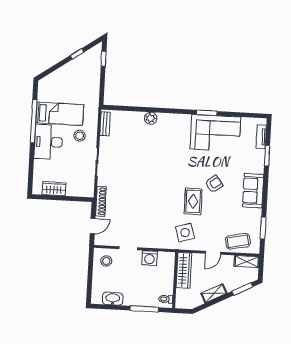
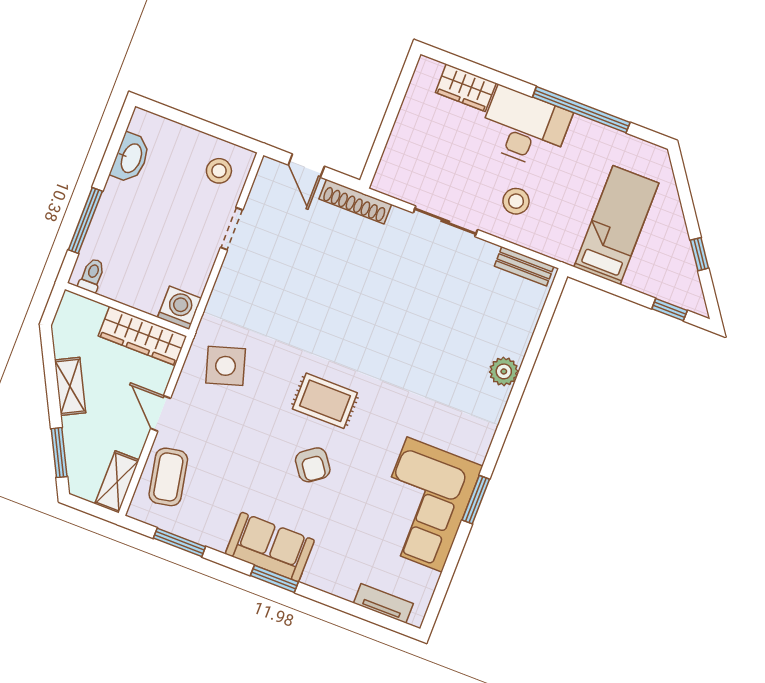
bed: (60, 114) -> (616, 225), moved, turned 180
window: (267, 156) -> (274, 579), moved
wardrobe: (54, 189) -> (466, 88), moved, turned 90
rug: (193, 201) -> (325, 401), moved
washing machine: (149, 258) -> (179, 308), moved, turned 90

